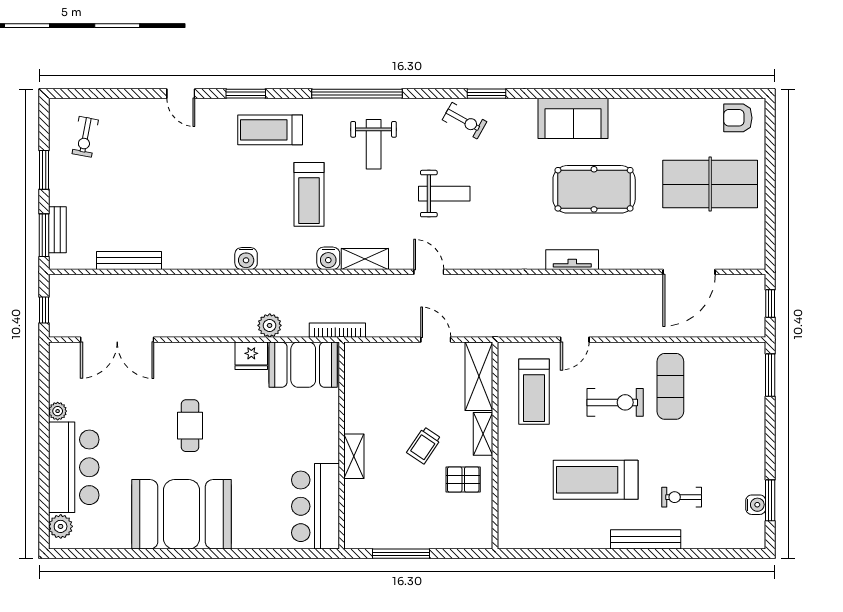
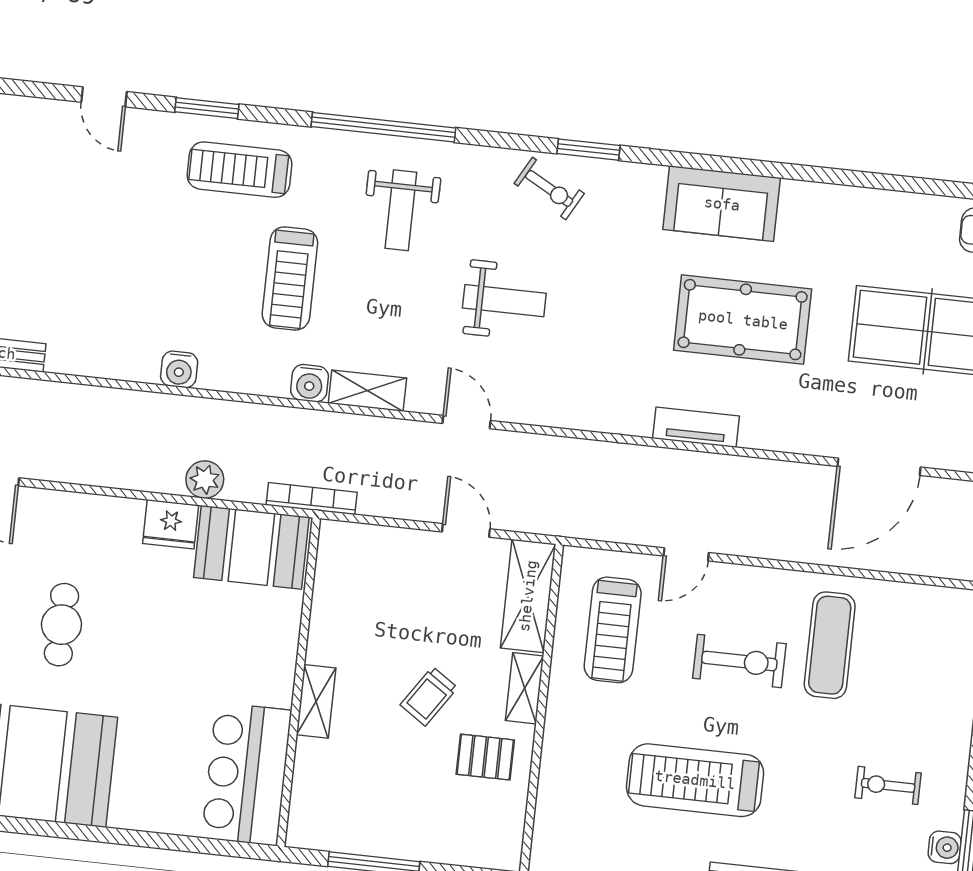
exercise bike: (682, 497) -> (888, 785), moved

